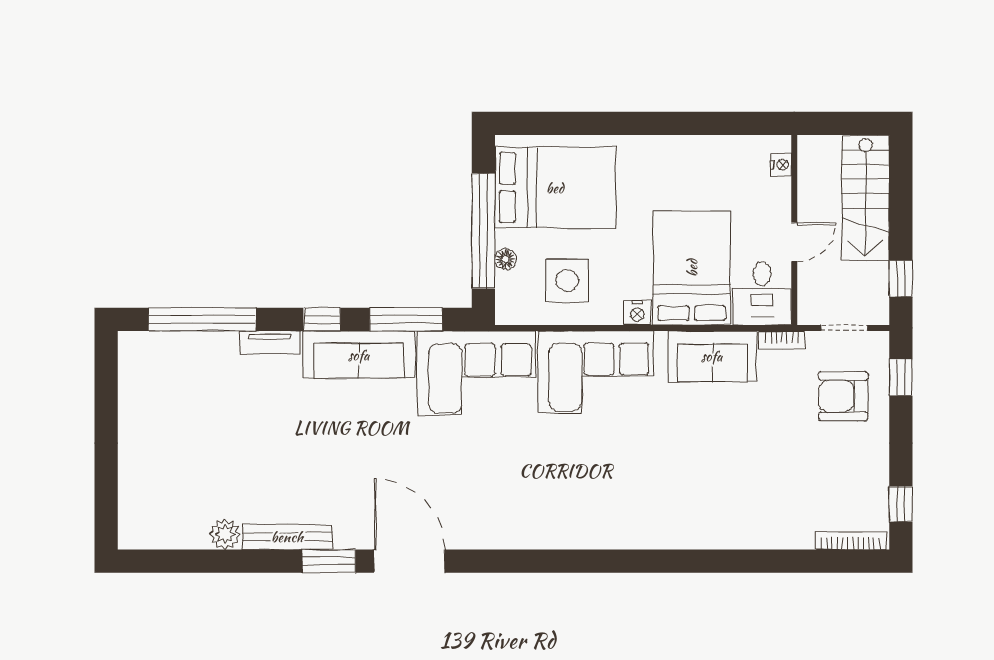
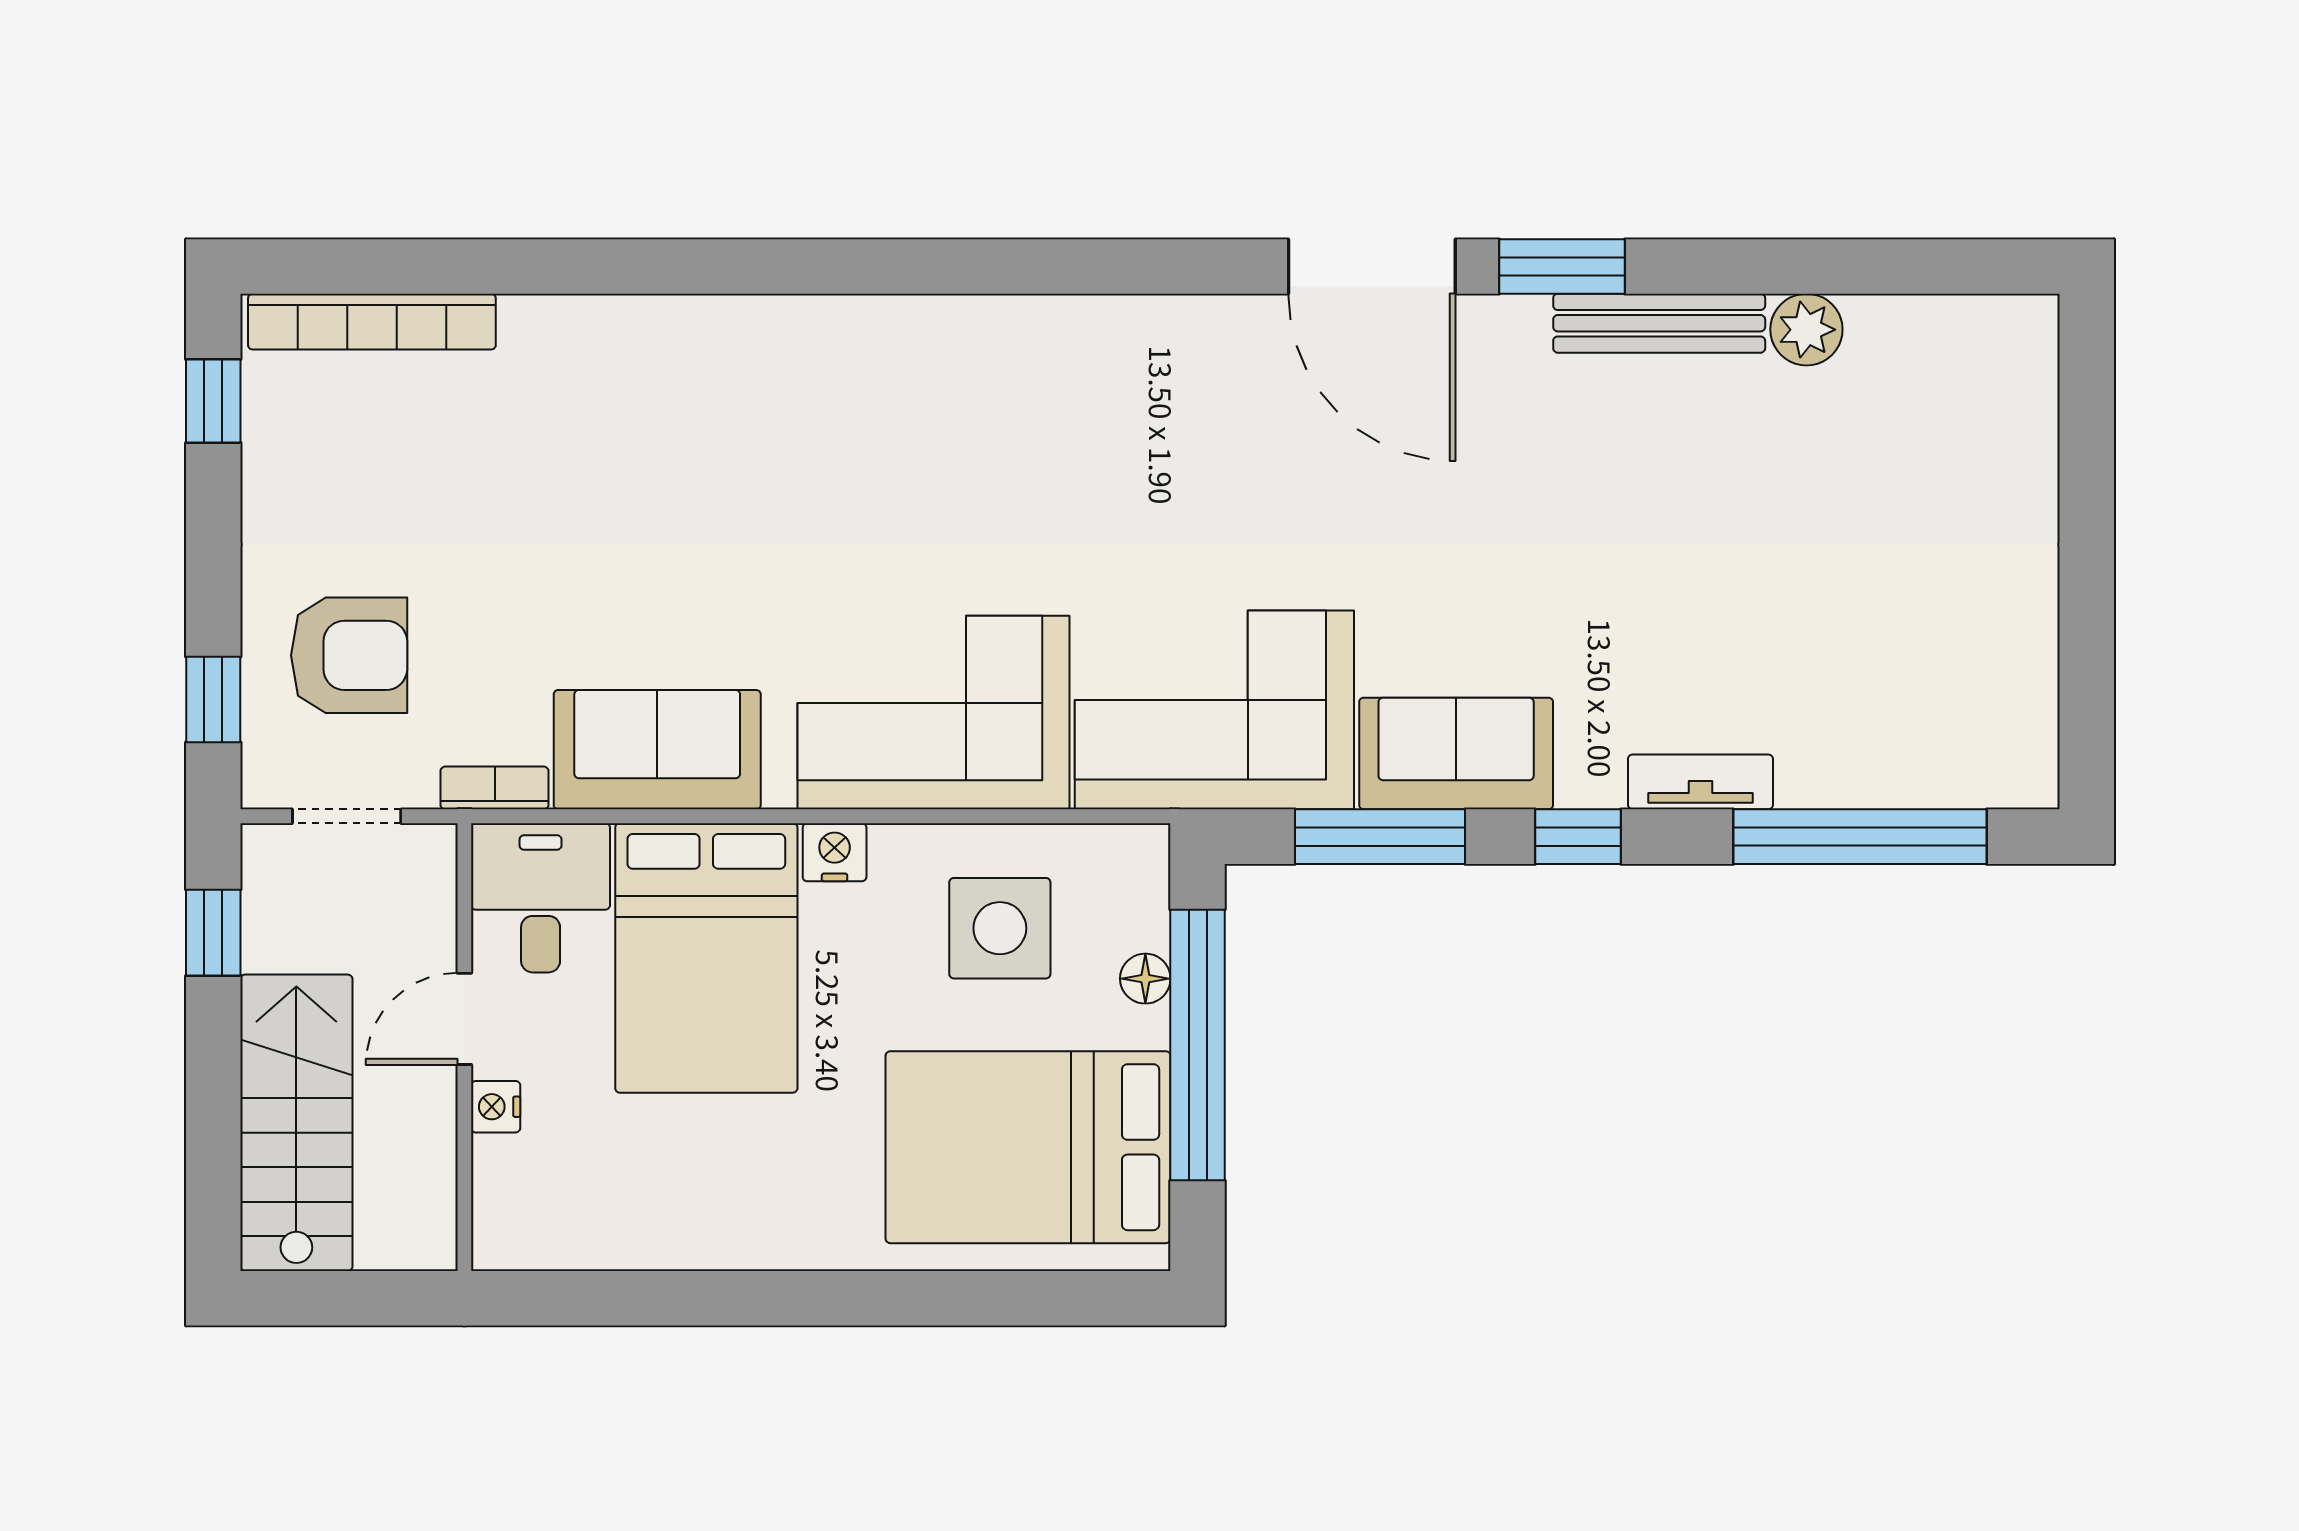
nightstand: (781, 165) -> (496, 1107), moved
sofa: (359, 355) -> (1456, 753), width x0.73
bookcase: (851, 541) -> (372, 322), width x1.48, depth x1.31

